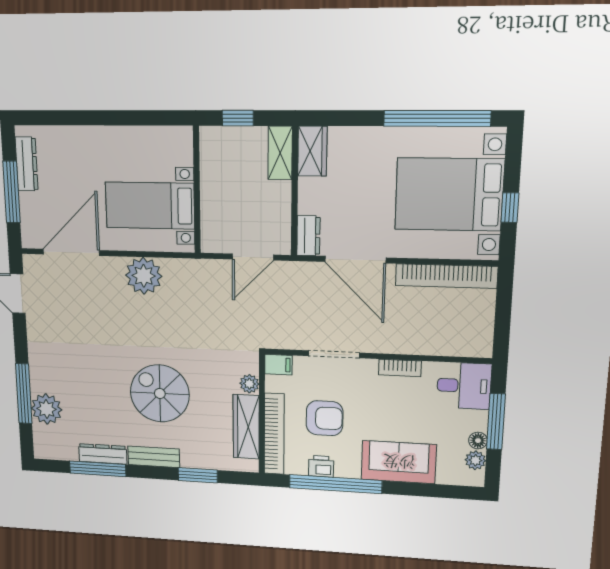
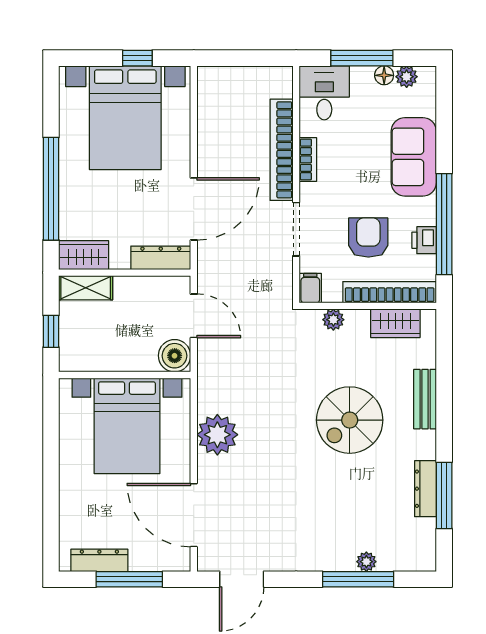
window: (437, 118) -> (51, 189), moved
bed with nightstands: (150, 206) -> (127, 426), width x1.36
dresser: (308, 236) -> (161, 258), width x1.44
boiler: (215, 238) -> (175, 356), added
bookcase: (446, 276) -> (282, 150), moved, turned 180
plant: (47, 409) -> (366, 562), width x0.53, depth x0.53
wardrobe: (246, 427) -> (395, 323), width x0.67
bench: (154, 457) -> (425, 399), moved
window: (198, 475) -> (444, 378), removed

